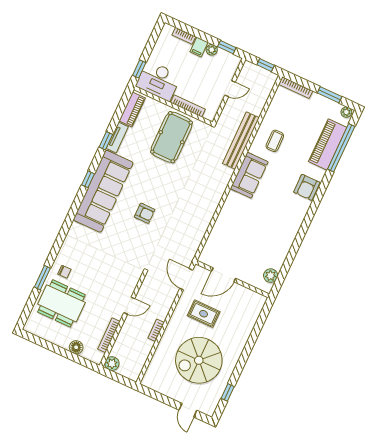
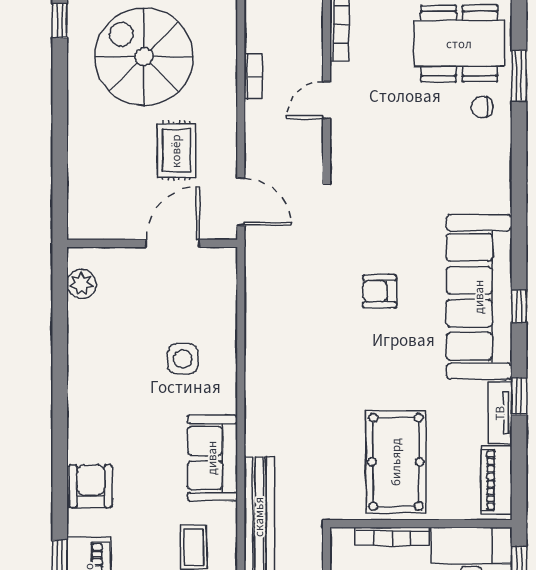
side table: (242, 223) -> (183, 359), added
rug: (204, 314) -> (176, 151), turned 90
spiral stairs: (199, 360) -> (144, 57), turned -90

